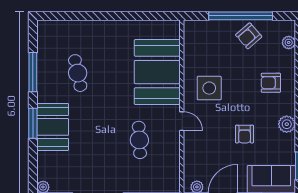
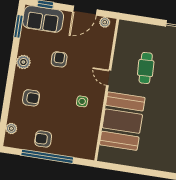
armchair: (249, 36) -> (43, 139), turned -140
side table: (209, 88) -> (82, 101), width x0.54, depth x0.54

